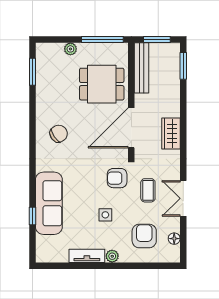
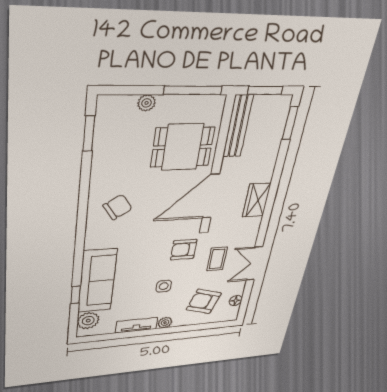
armchair: (144, 236) -> (204, 301), turned -72
plant: (45, 245) -> (88, 321), added

